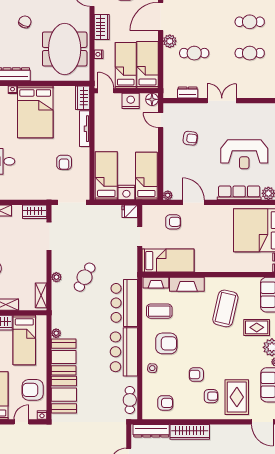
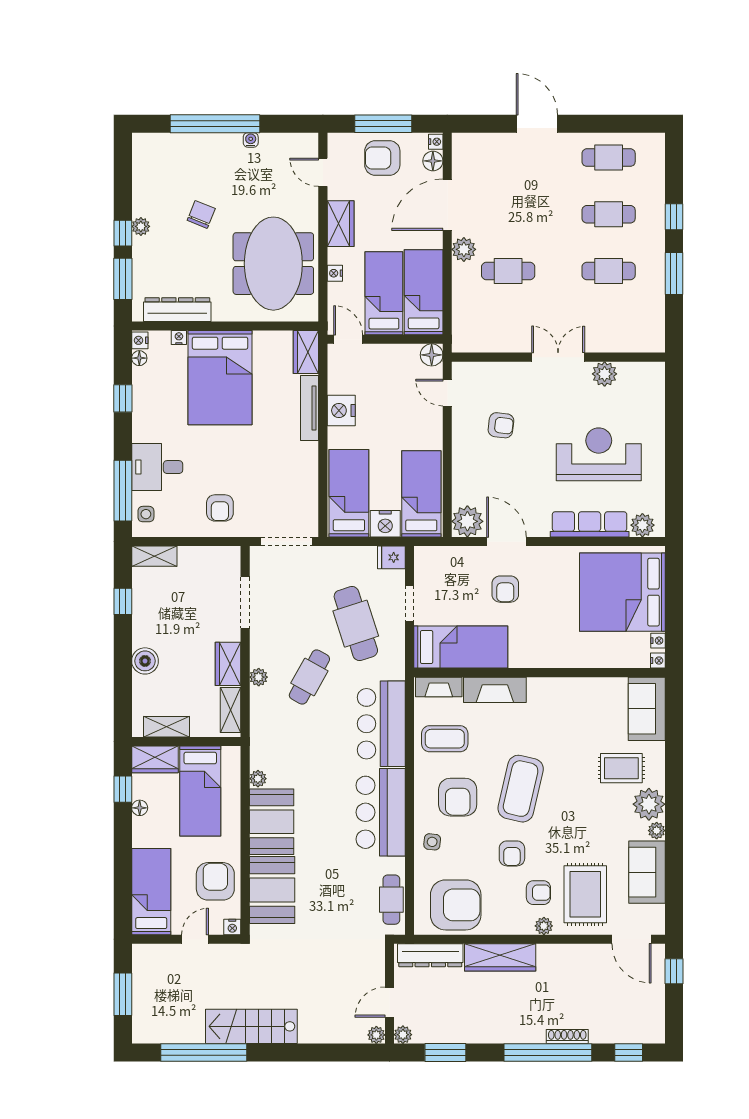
dresser: (188, 93) -> (496, 342), removed
nightstand: (131, 101) -> (341, 410), moved, turned -90
plant: (247, 110) -> (605, 374), added
reception desk: (244, 154) -> (599, 454), turned 180
armchair: (64, 162) -> (220, 508), moved
plant: (168, 195) -> (467, 521), width x1.88, depth x1.88
wardrobe: (35, 212) -> (228, 664), moved, turned 90
armchair: (173, 222) -> (505, 589), moved, turned 90
cafe table: (110, 248) -> (356, 624), added
coffee table: (225, 308) -> (521, 789), moved
armchair: (166, 343) -> (458, 797), turned 90
armchair: (196, 375) -> (512, 853), turned -90
armchair: (33, 390) -> (215, 881), turned 90
armchair: (165, 403) -> (456, 905), width x1.88, depth x1.88
plant: (214, 415) -> (544, 926), added

